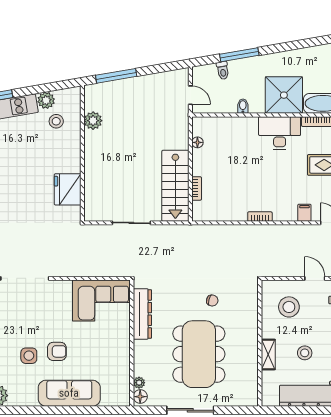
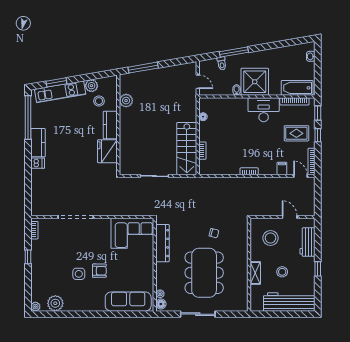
shower: (284, 95) -> (255, 82), moved
kitchen counter: (72, 154) -> (110, 125), added
sofa: (69, 393) -> (128, 302), moved

